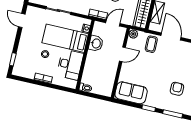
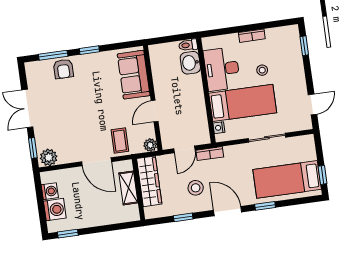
door: (22, 20) -> (313, 104), hinge flipped
washbasin: (96, 43) -> (190, 63), moved
armchair: (177, 89) -> (63, 69), moved
sofa: (131, 93) -> (134, 75), moved, turned 90

